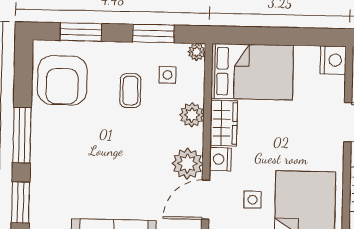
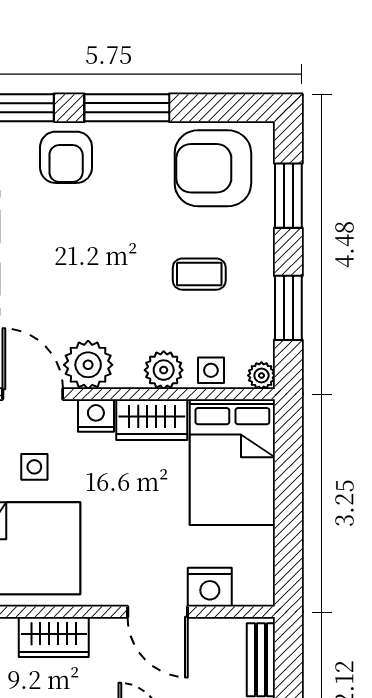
nightstand: (333, 60) -> (210, 587), moved
side table: (167, 75) -> (211, 370), moved
armchair: (53, 175) -> (66, 157), added

